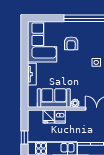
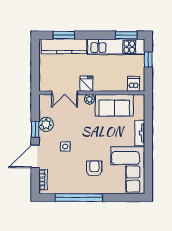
fridge: (49, 117) -> (86, 84), moved
dishwasher: (60, 117) -> (134, 84), moved

